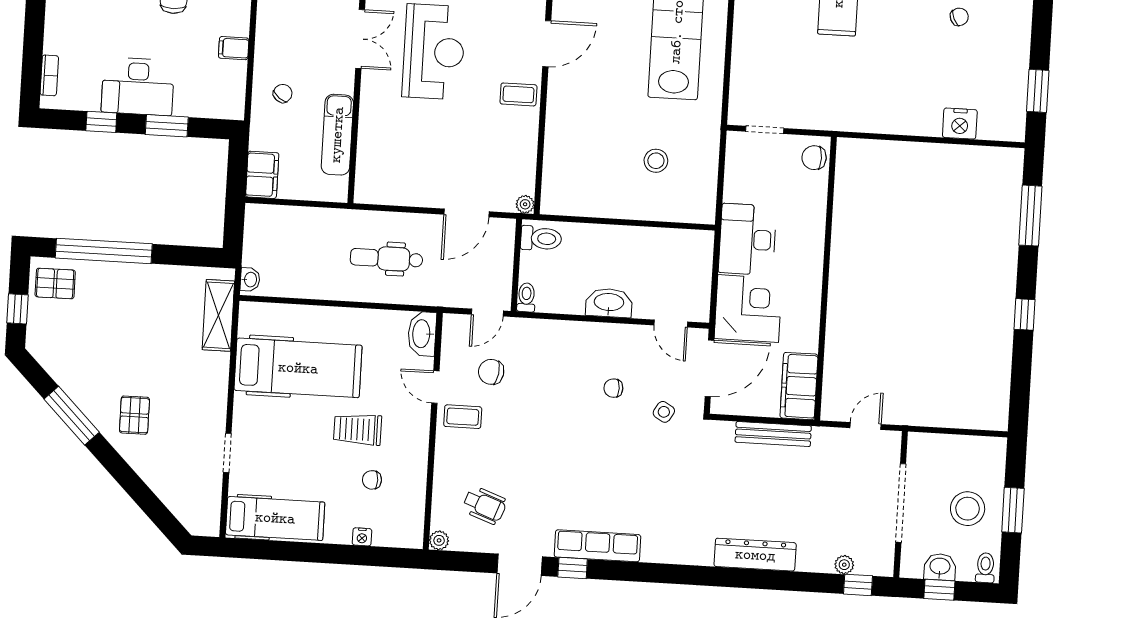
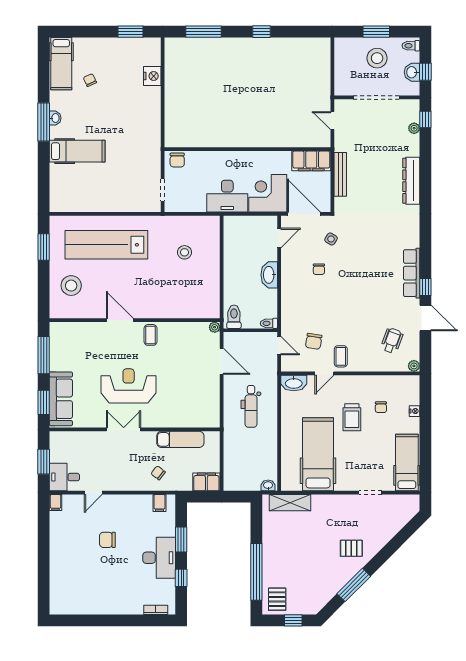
filing cabinet: (234, 48) -> (159, 503), moved

